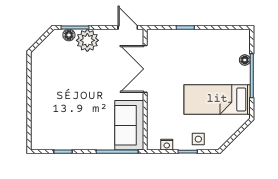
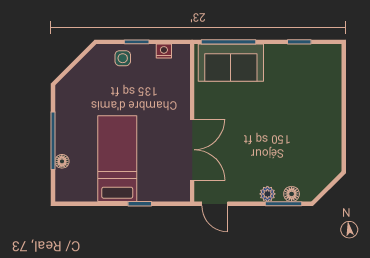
plant: (87, 40) -> (267, 194), width x0.53, depth x0.53
bed: (217, 99) -> (117, 159), moved, turned -90
sofa: (129, 125) -> (231, 63), moved, turned 90

